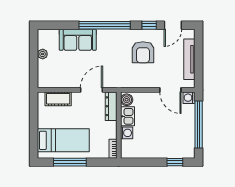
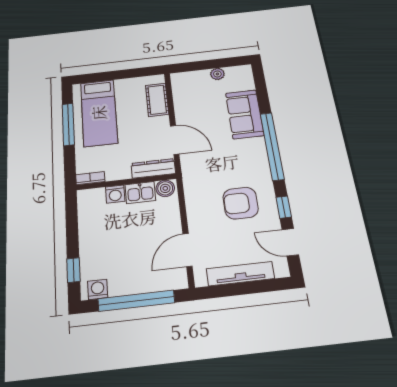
washing machine: (189, 98) -> (98, 289), moved

